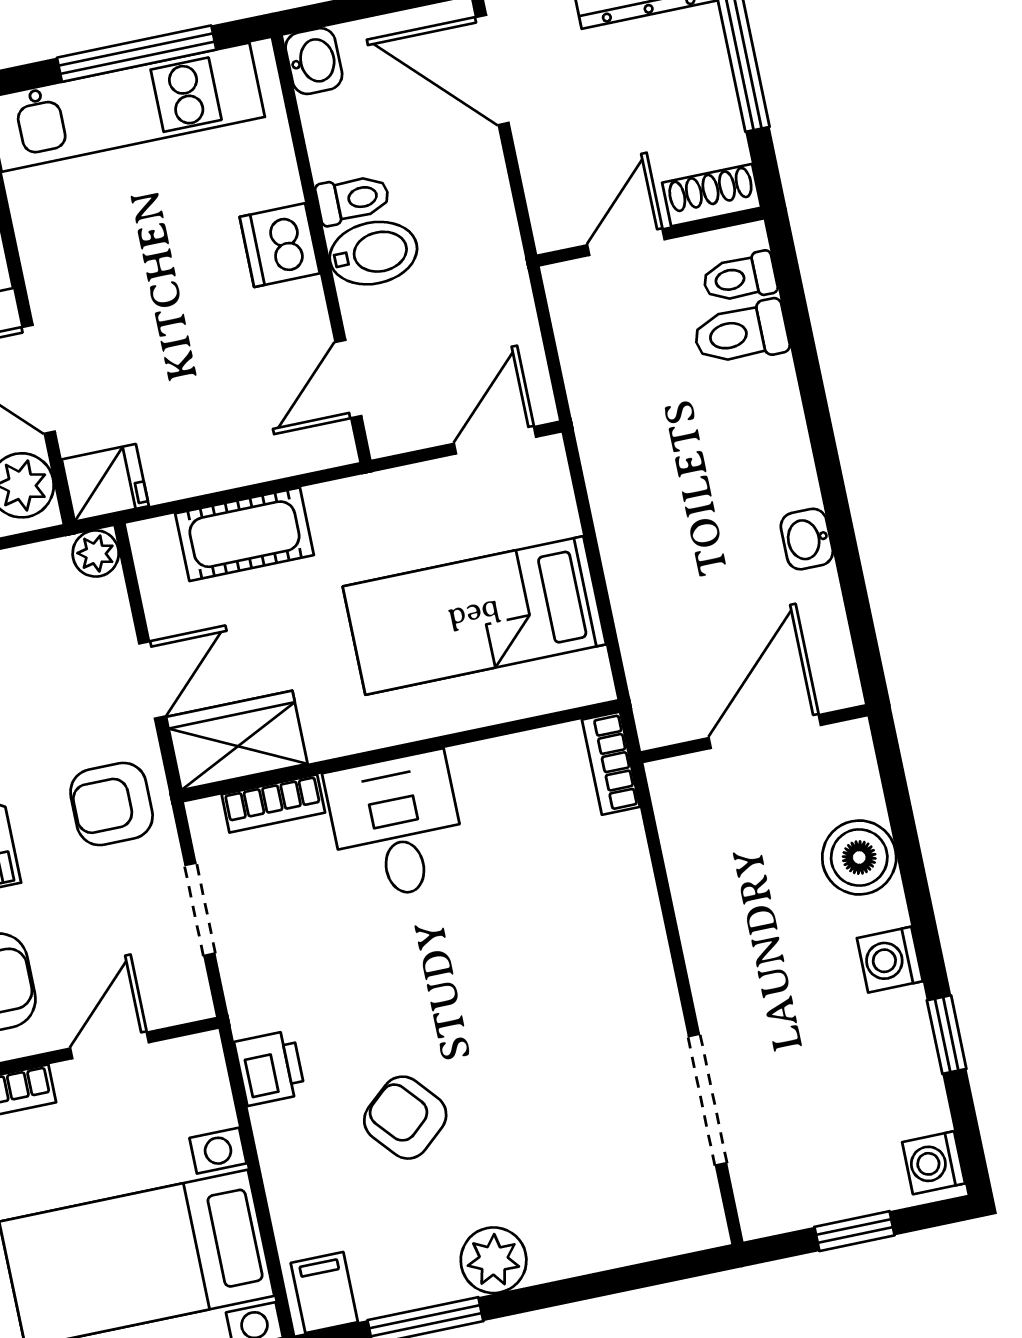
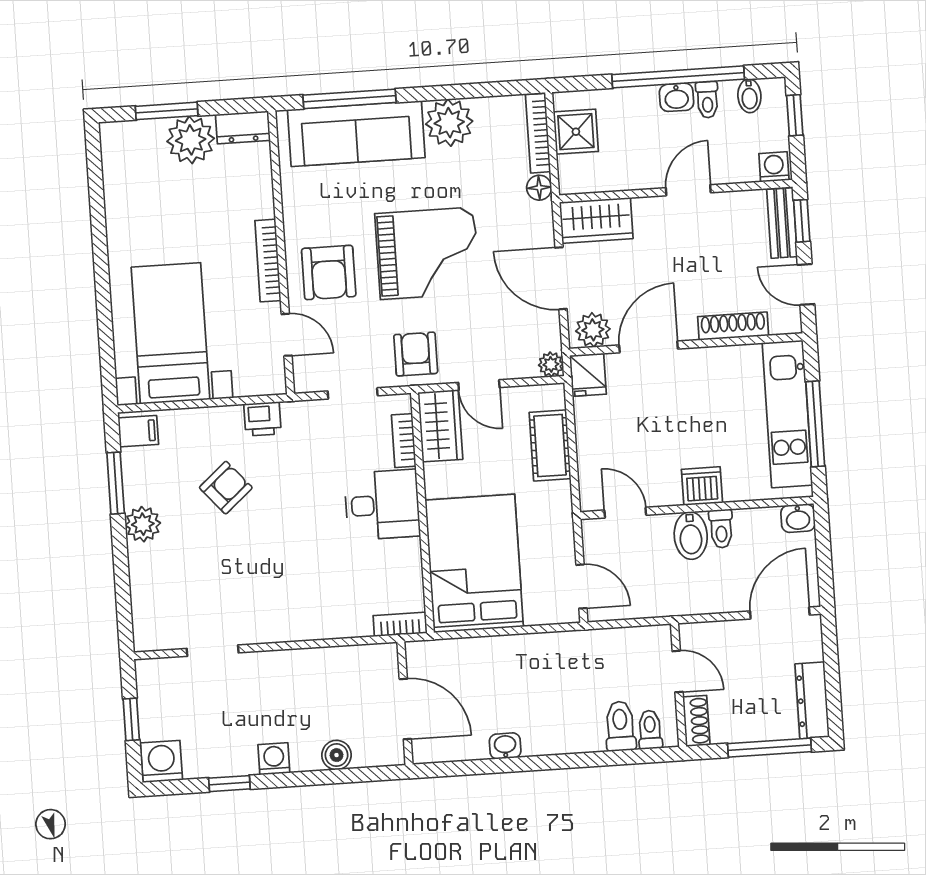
bed: (474, 615) -> (474, 563), width x1.50
boiler: (859, 857) -> (336, 755), width x0.73, depth x0.73
doorway: (707, 1100) -> (213, 651), width x0.73
washing machine: (934, 1163) -> (162, 761), width x1.38, depth x1.38

